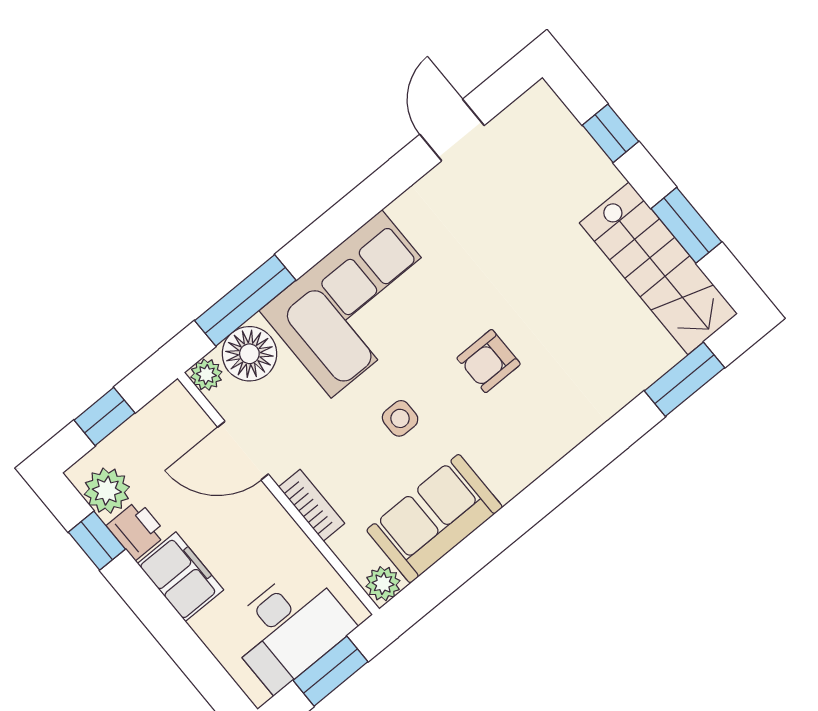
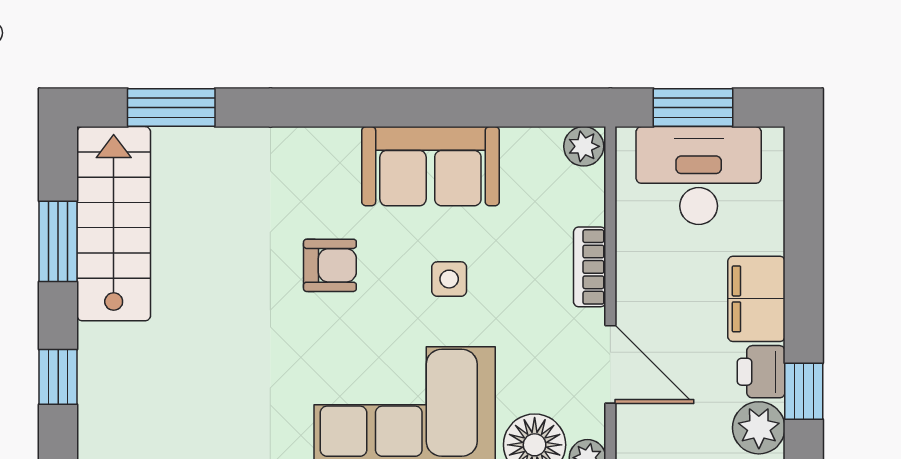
sofa: (435, 519) -> (430, 166), moved

